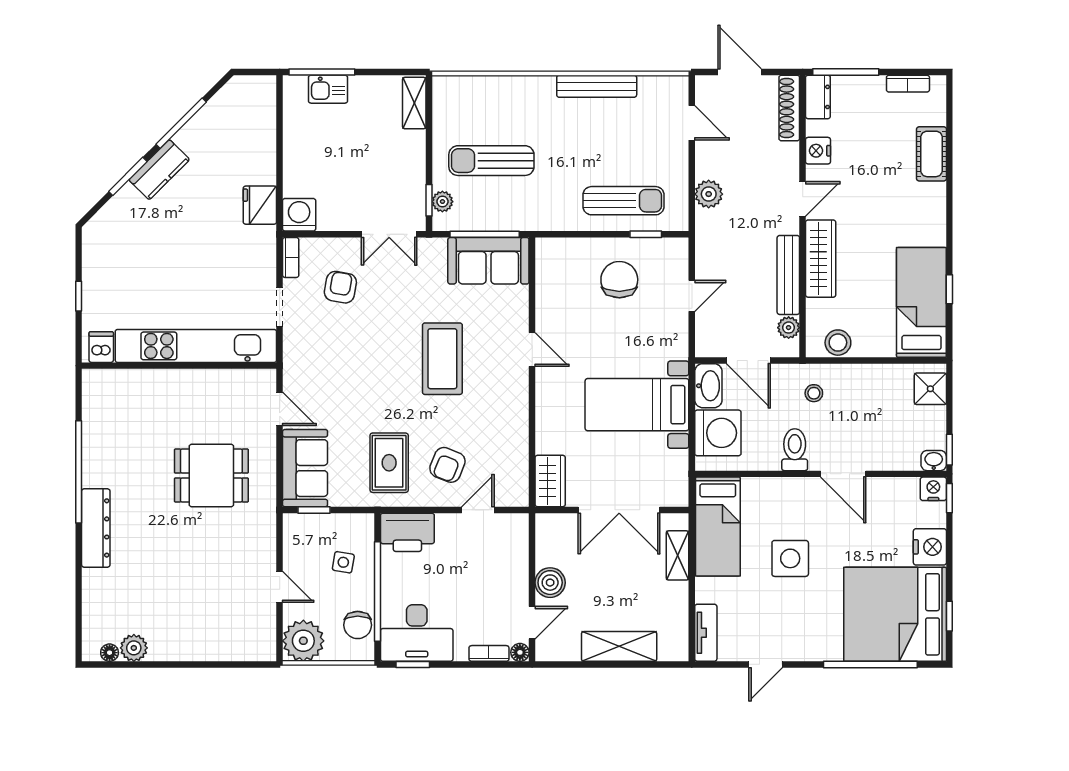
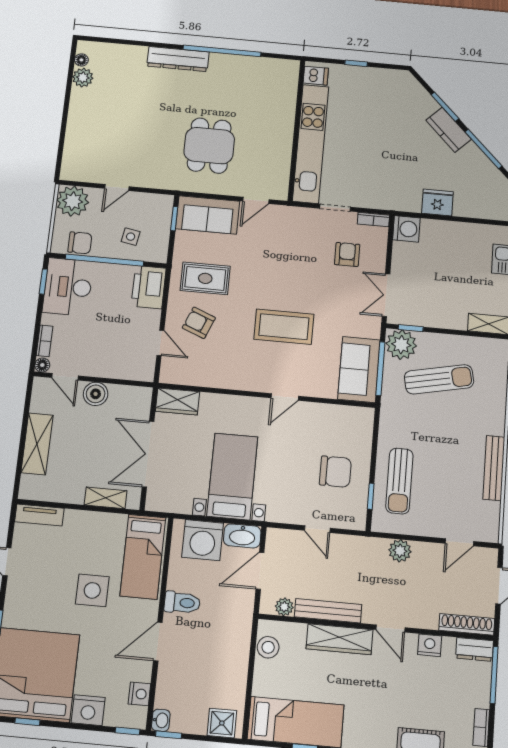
sun lounger: (491, 161) -> (439, 379), turned 78
plant: (442, 202) -> (401, 345), width x1.88, depth x1.88
fridge: (260, 205) -> (437, 203), moved
armchair: (340, 287) -> (347, 254), turned -100
stool: (814, 393) -> (228, 623), removed
nightstand: (933, 489) -> (139, 694), moved
bed: (718, 527) -> (143, 557), moved, turned -90
chair: (358, 625) -> (80, 243), turned 180

